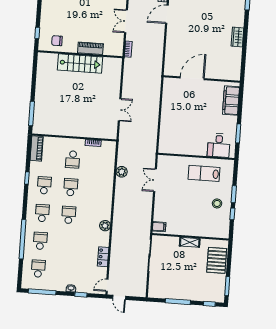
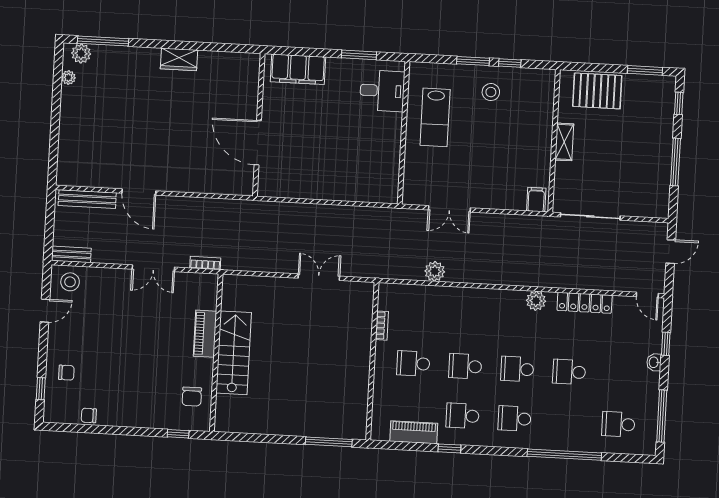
piano: (37, 148) -> (414, 432), moved
school desk: (73, 159) -> (413, 363), turned 180
school desk: (40, 241) -> (569, 372), moved
locker: (103, 257) -> (585, 303), width x1.53
door: (119, 297) -> (671, 252), moved

